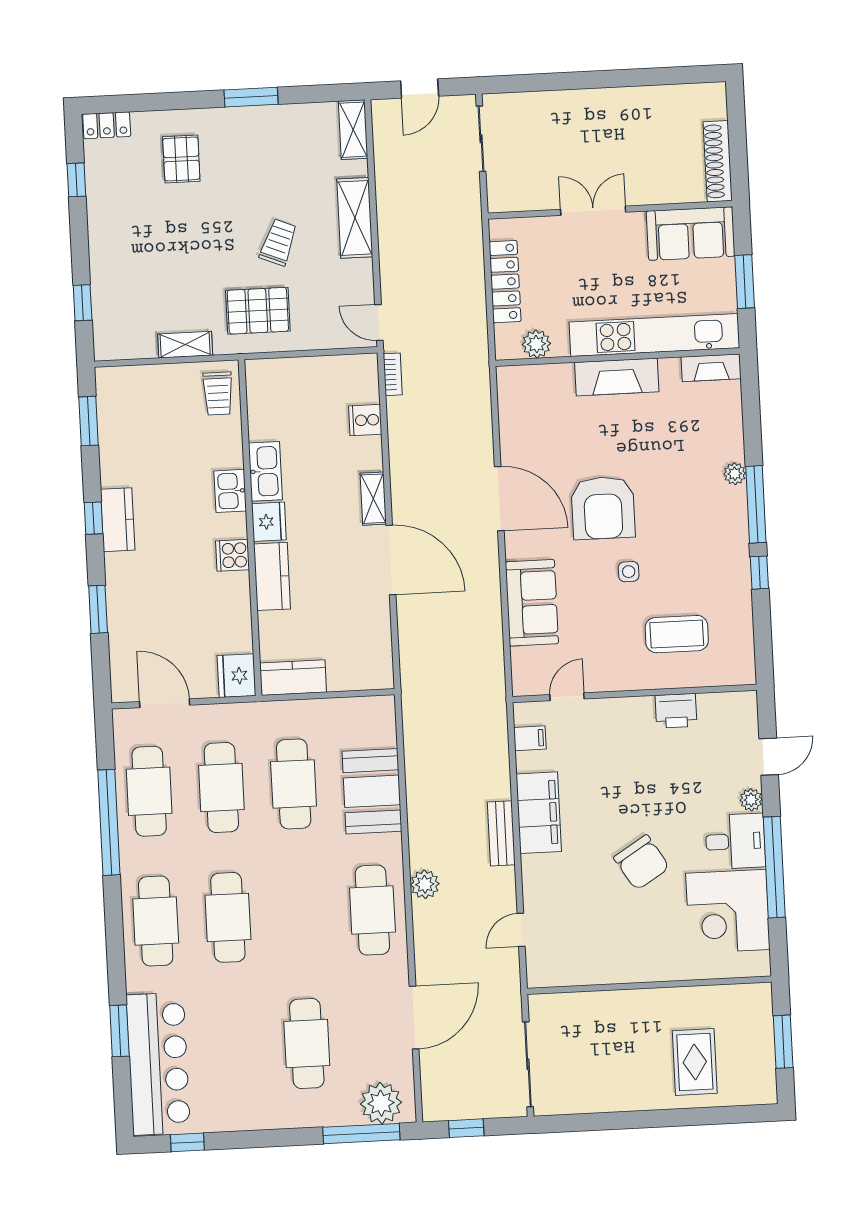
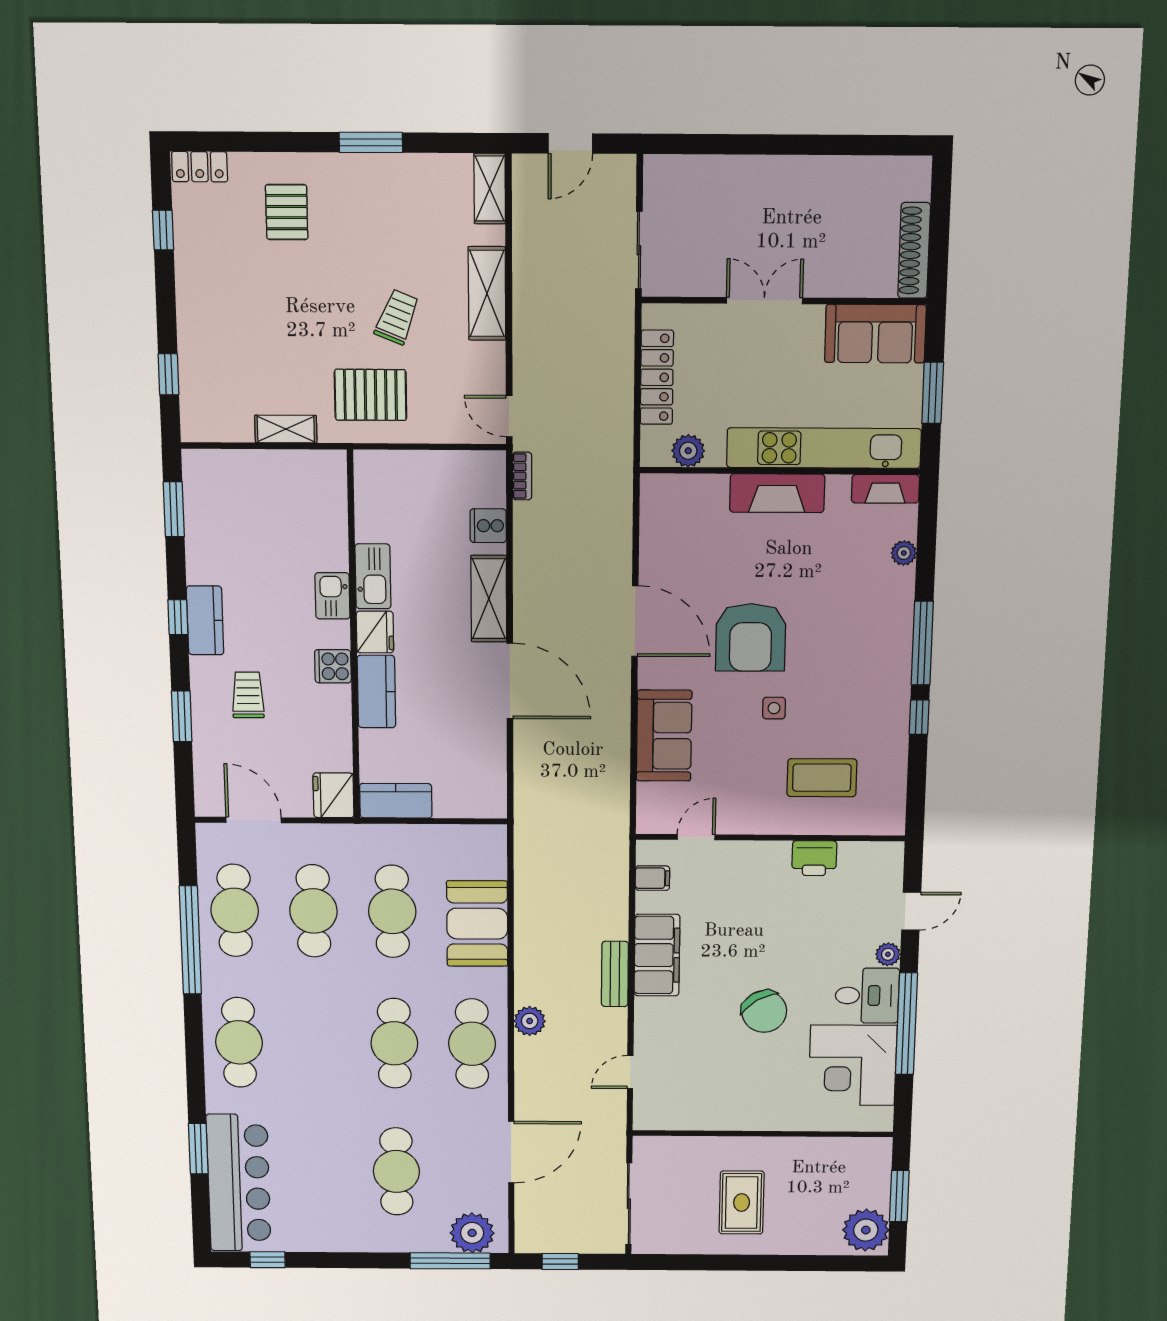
sliding door: (481, 139) -> (639, 250), moved
trolley: (218, 393) -> (248, 695), moved, turned 180
plant: (735, 474) -> (904, 553), moved
shelving: (373, 499) -> (489, 599), width x1.50, depth x1.33
cafe table: (228, 917) -> (394, 1043), moved
rug: (695, 1062) -> (742, 1203), moved
plant: (754, 1079) -> (866, 1230), added

